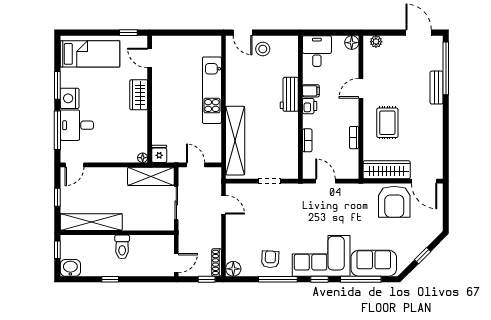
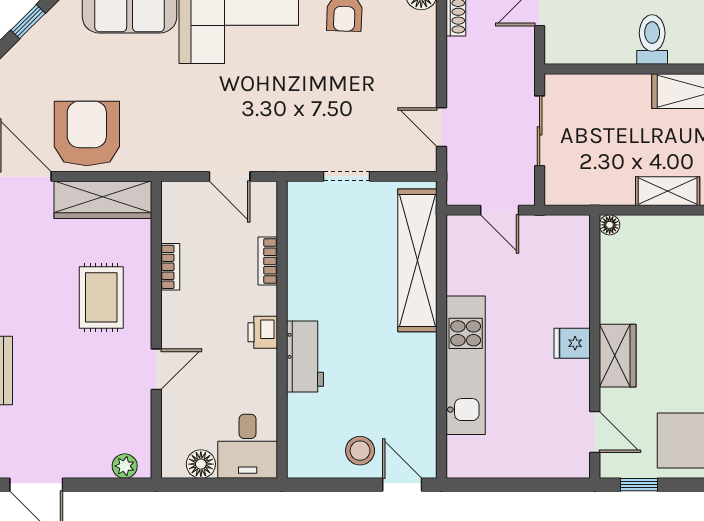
floor lamp: (352, 43) -> (201, 464), moved
filing cabinet: (311, 91) -> (260, 364), removed
fridge: (159, 154) -> (572, 343), moved, turned 90
shelving: (151, 176) -> (668, 191), moved, width x0.67, depth x0.75

